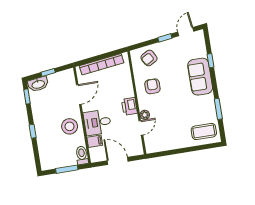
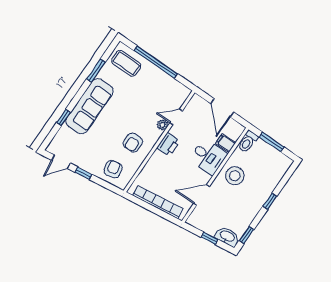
armchair: (149, 58) -> (113, 169), turned -73
sofa: (200, 77) -> (89, 106), width x1.36
window: (186, 150) -> (156, 62), added

